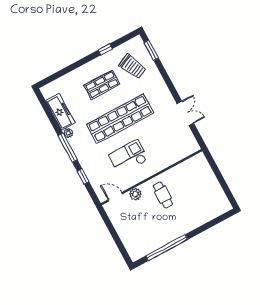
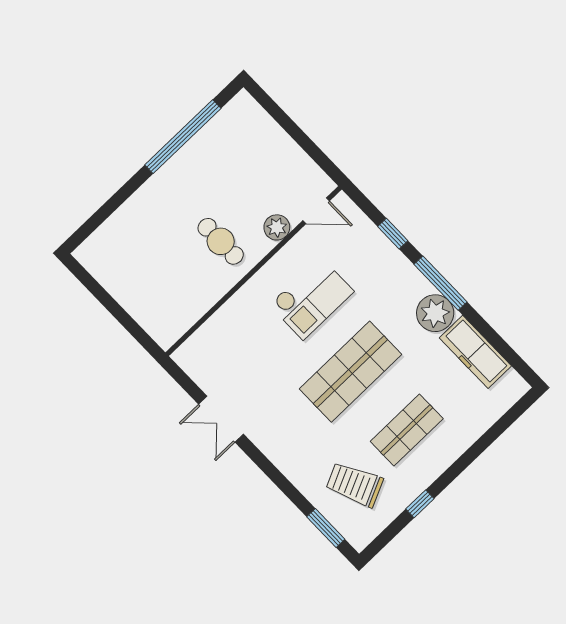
shop shelf: (120, 119) -> (350, 372), width x0.71
plant: (68, 133) -> (435, 313), width x1.88, depth x1.88

